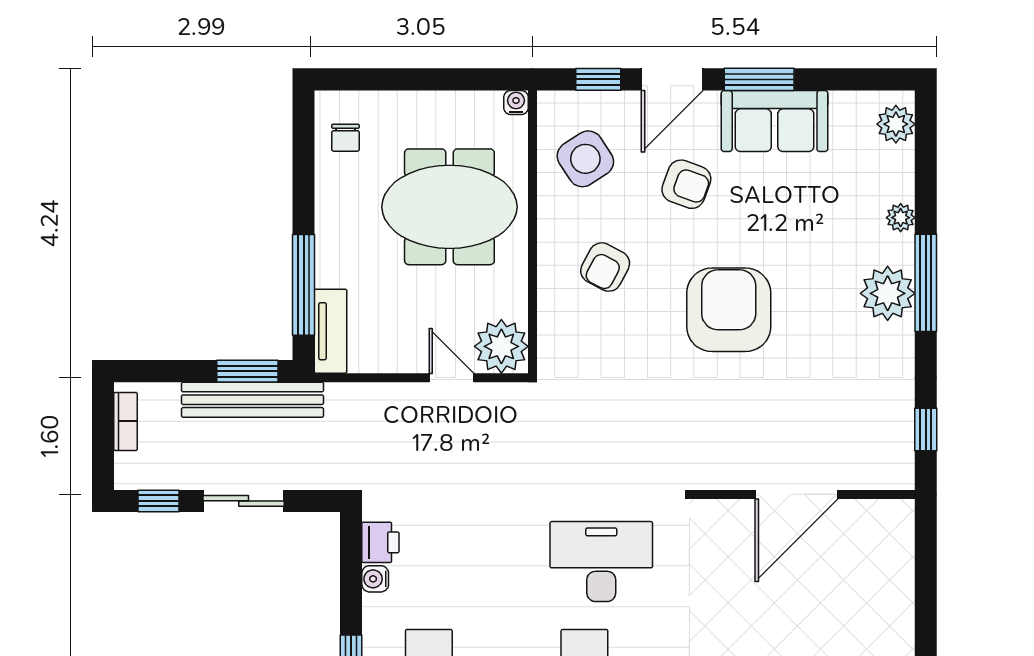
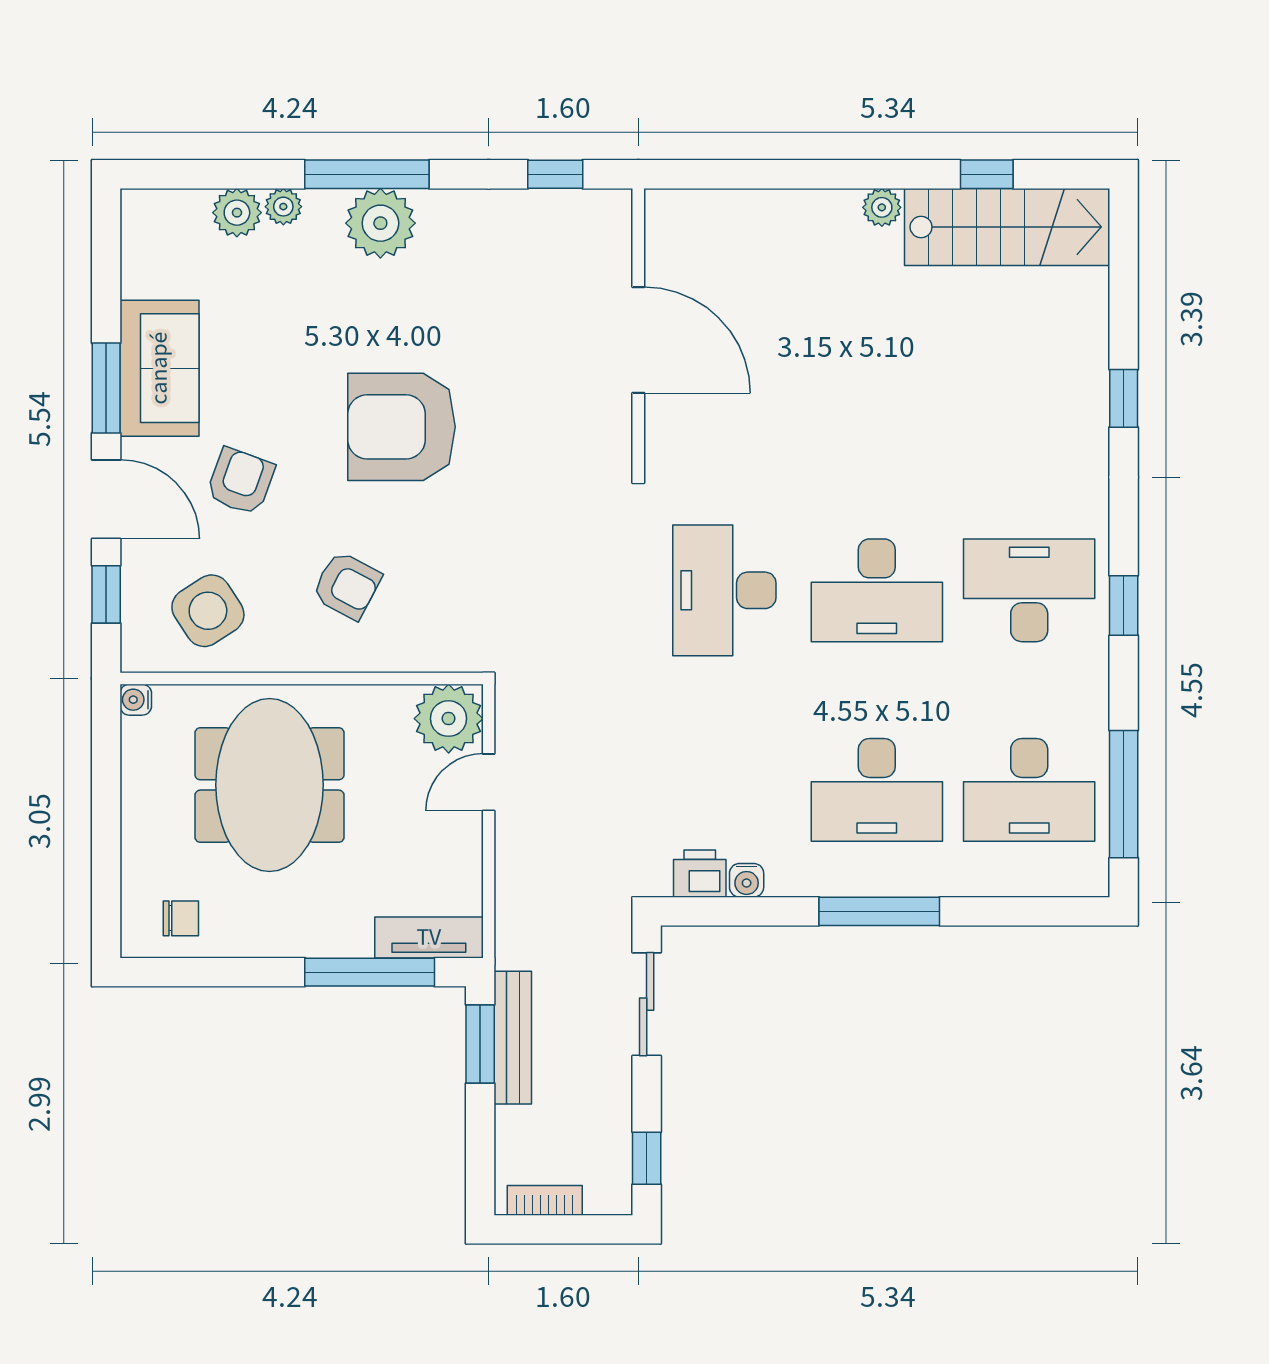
plant: (896, 124) -> (237, 213), moved
bench: (253, 400) -> (513, 1038), width x0.73, depth x0.82
sliding door: (244, 501) -> (647, 1004), moved

